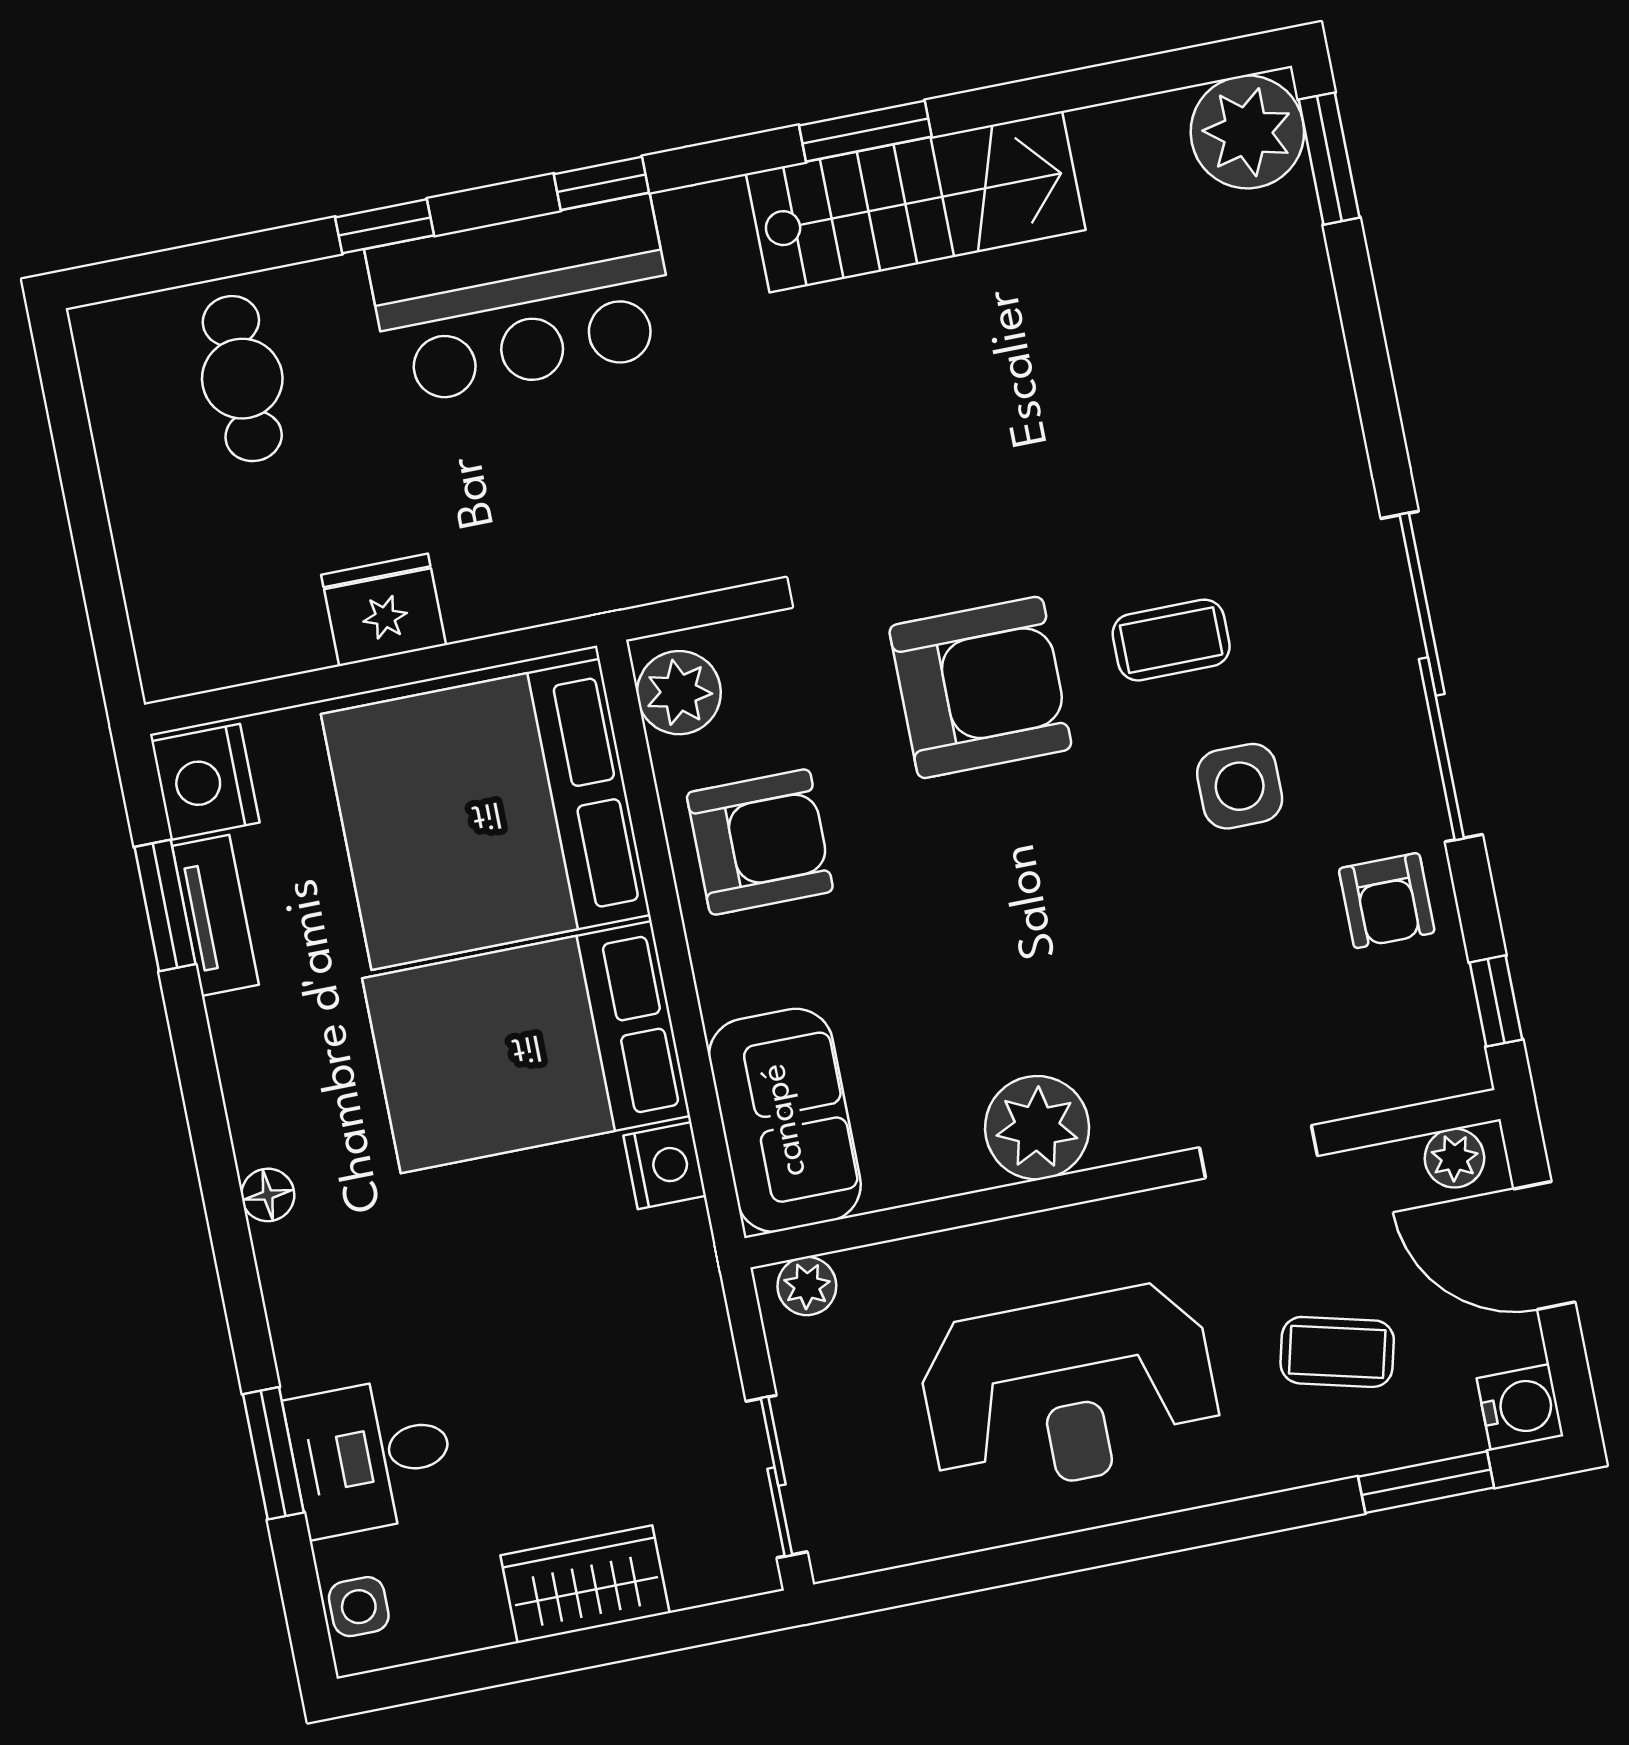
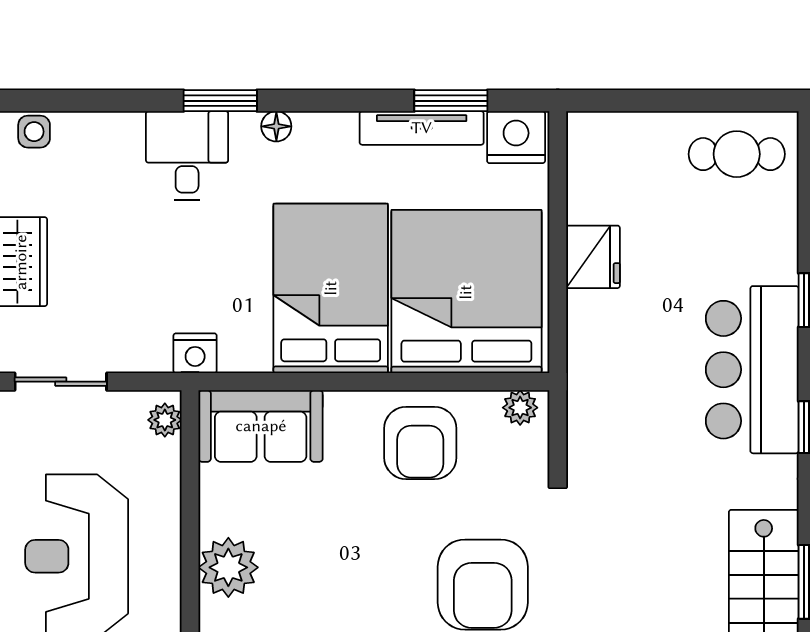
cafe table: (242, 379) -> (737, 154), moved
plant: (679, 693) -> (520, 408), width x0.73, depth x0.73
tv unit: (215, 915) -> (422, 128), width x1.41
nightstand: (665, 1166) -> (195, 353), moved
window: (273, 1453) -> (220, 101), moved
desk: (371, 1456) -> (187, 155), moved

